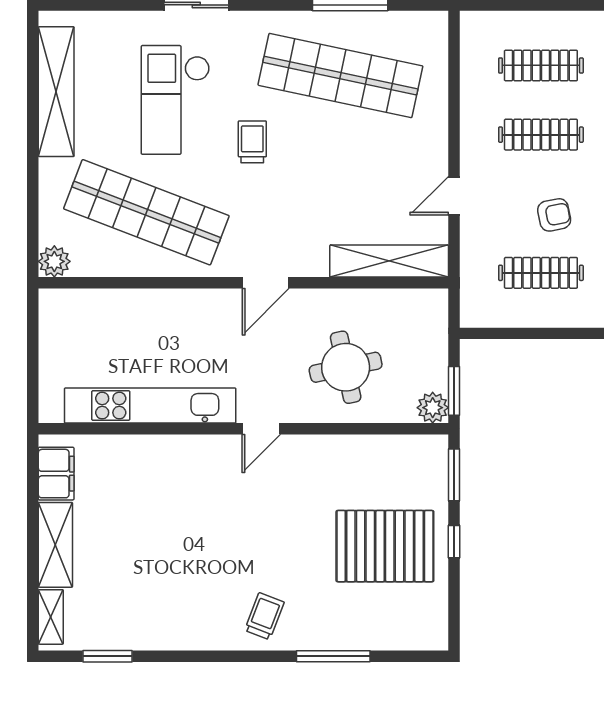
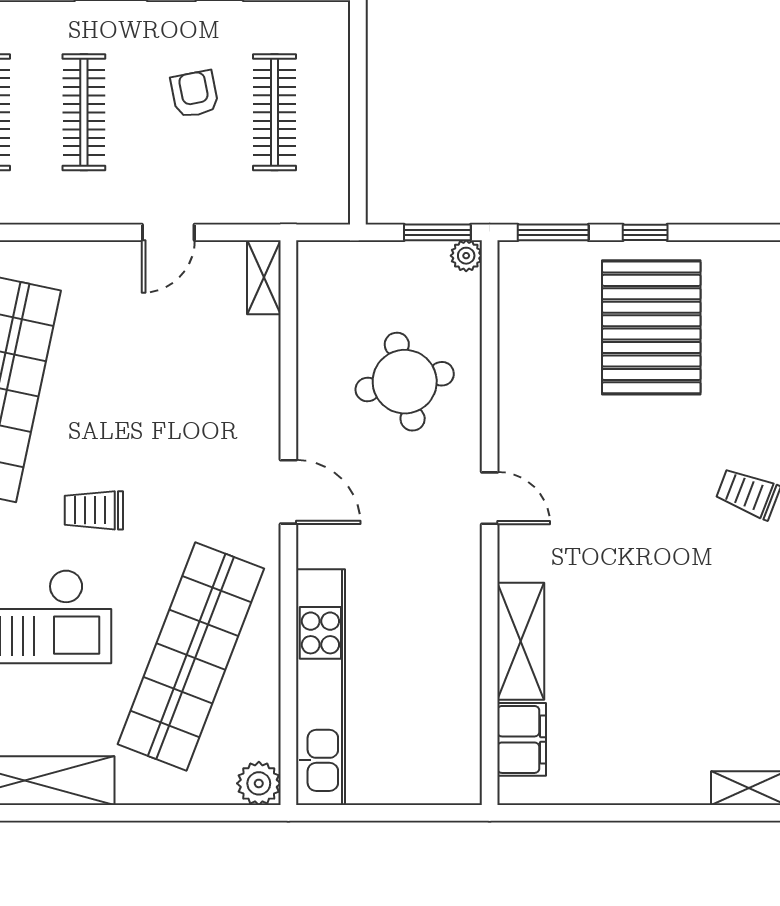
door: (454, 196) -> (168, 232), hinge flipped
shelving: (389, 261) -> (264, 277), width x0.45, depth x0.75
kitchen unit: (150, 406) -> (320, 687), moved, turned 180
plant: (433, 408) -> (466, 256), width x0.73, depth x0.73
filing cabinet: (56, 474) -> (522, 739), moved, turned 90
shelving: (55, 545) -> (521, 641), moved, turned 90

